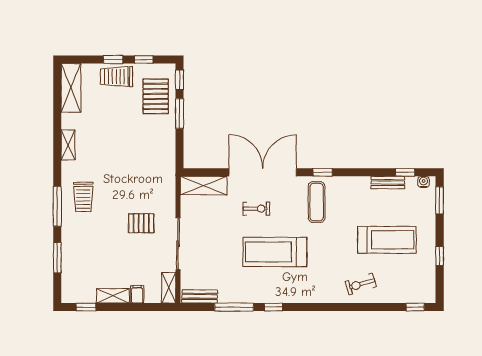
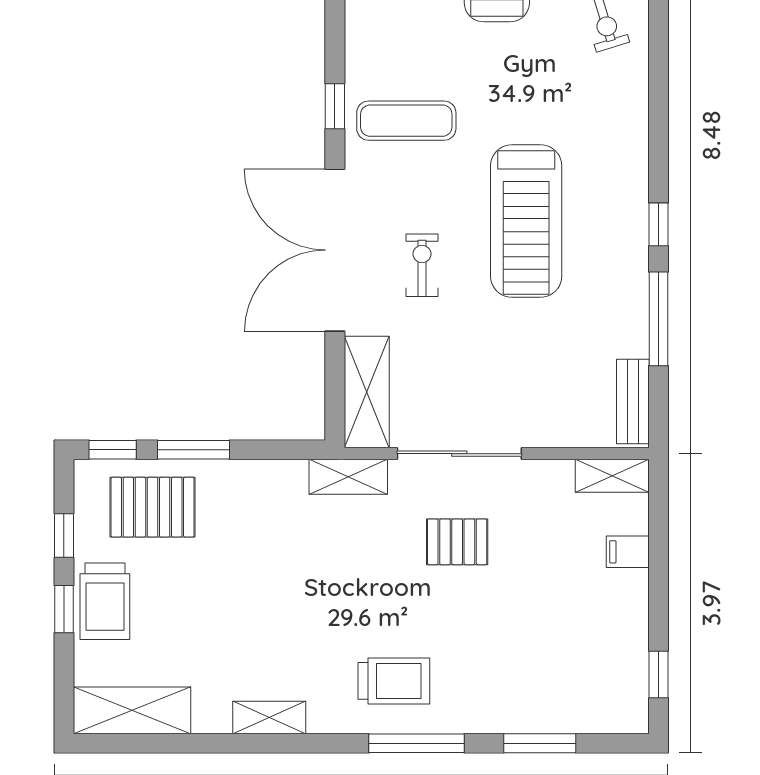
pallet: (141, 223) -> (457, 542), turned 90
sliding door: (178, 244) -> (459, 454), moved
shelving: (113, 296) -> (348, 477), moved, turned 90

